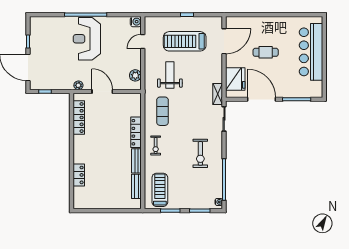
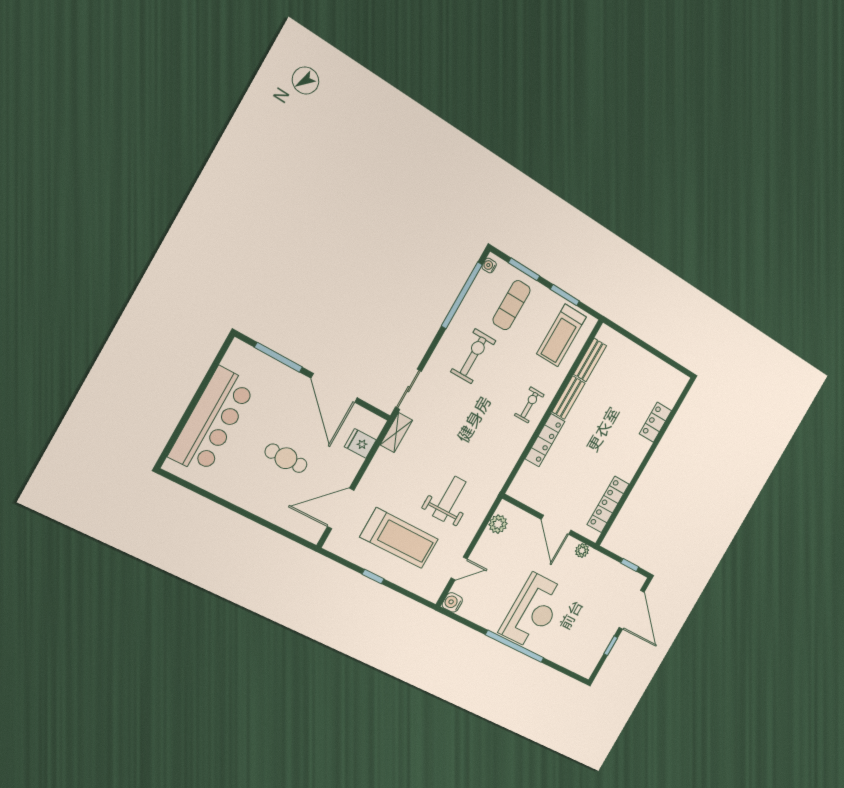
weight bench: (170, 75) -> (449, 499), turned 180
fridge: (235, 79) -> (360, 443), width x0.53, depth x0.75
exercise mat: (163, 111) -> (512, 305), moved

